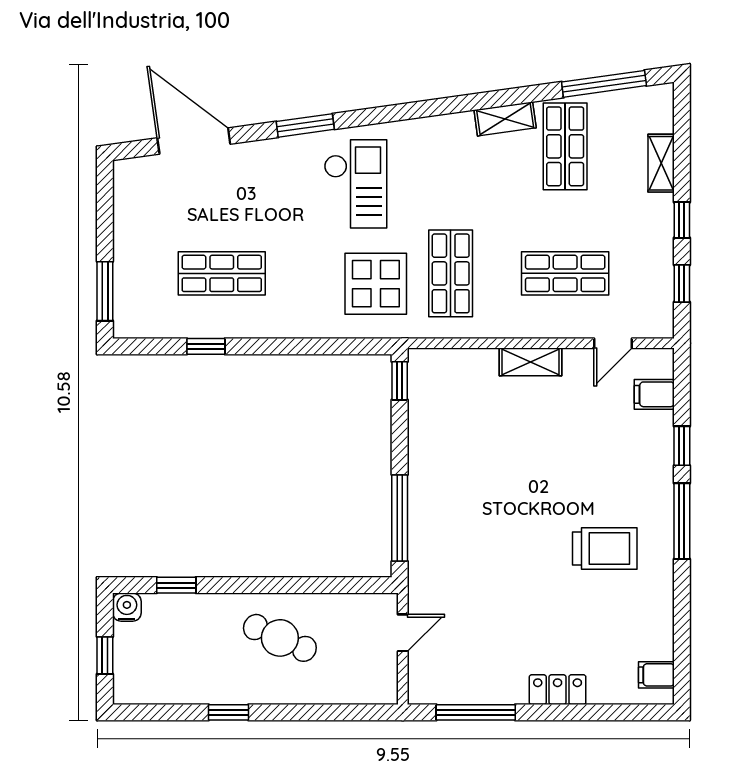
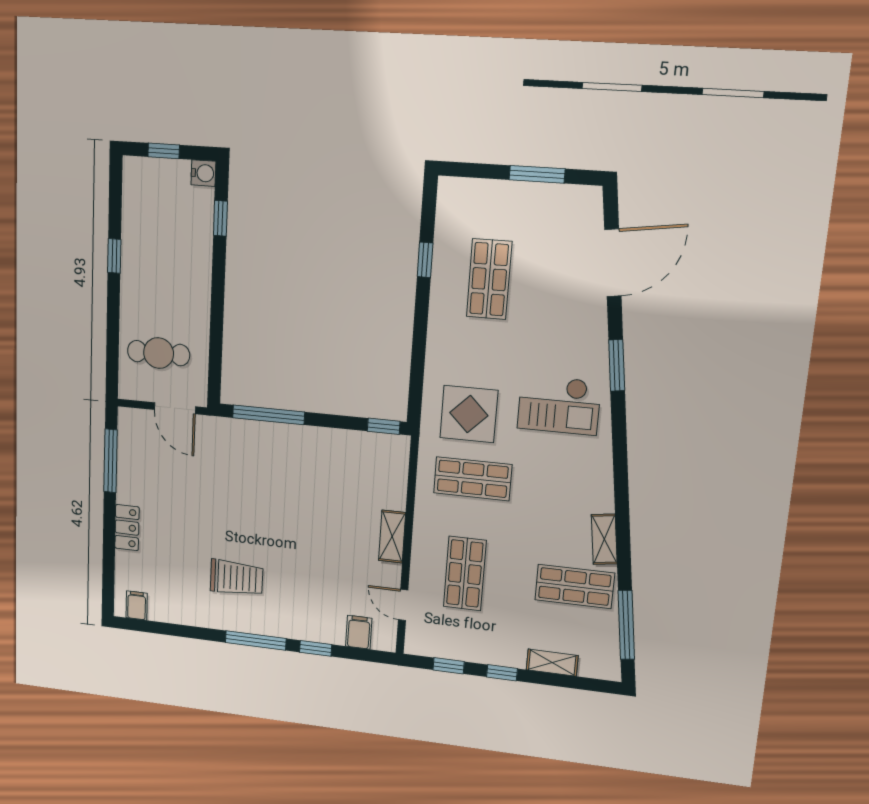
window: (105, 291) -> (537, 174), moved
trolley: (605, 549) -> (237, 578), turned -90
door: (403, 633) -> (175, 408), width x1.38
cafe table: (280, 638) -> (159, 353), moved, turned 66

